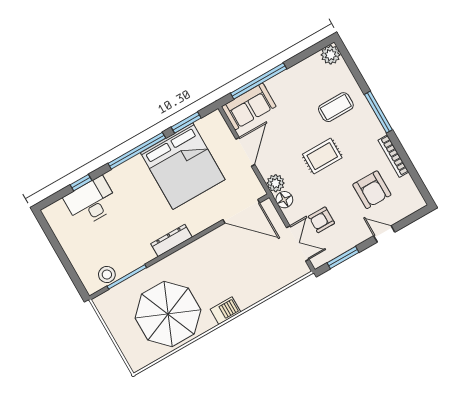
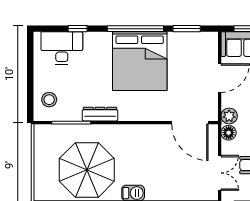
bed: (183, 166) -> (140, 61), moved
desk: (91, 202) -> (62, 48), moved
dresser: (171, 240) -> (100, 114), moved
stool: (107, 275) -> (49, 100), moved

